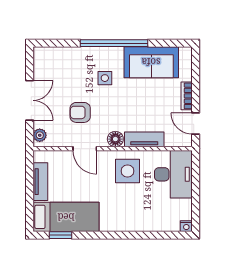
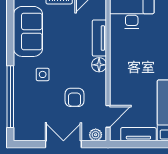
window: (114, 43) -> (10, 97), moved
door: (85, 149) -> (108, 116), moved
side table: (128, 171) -> (129, 54), removed

